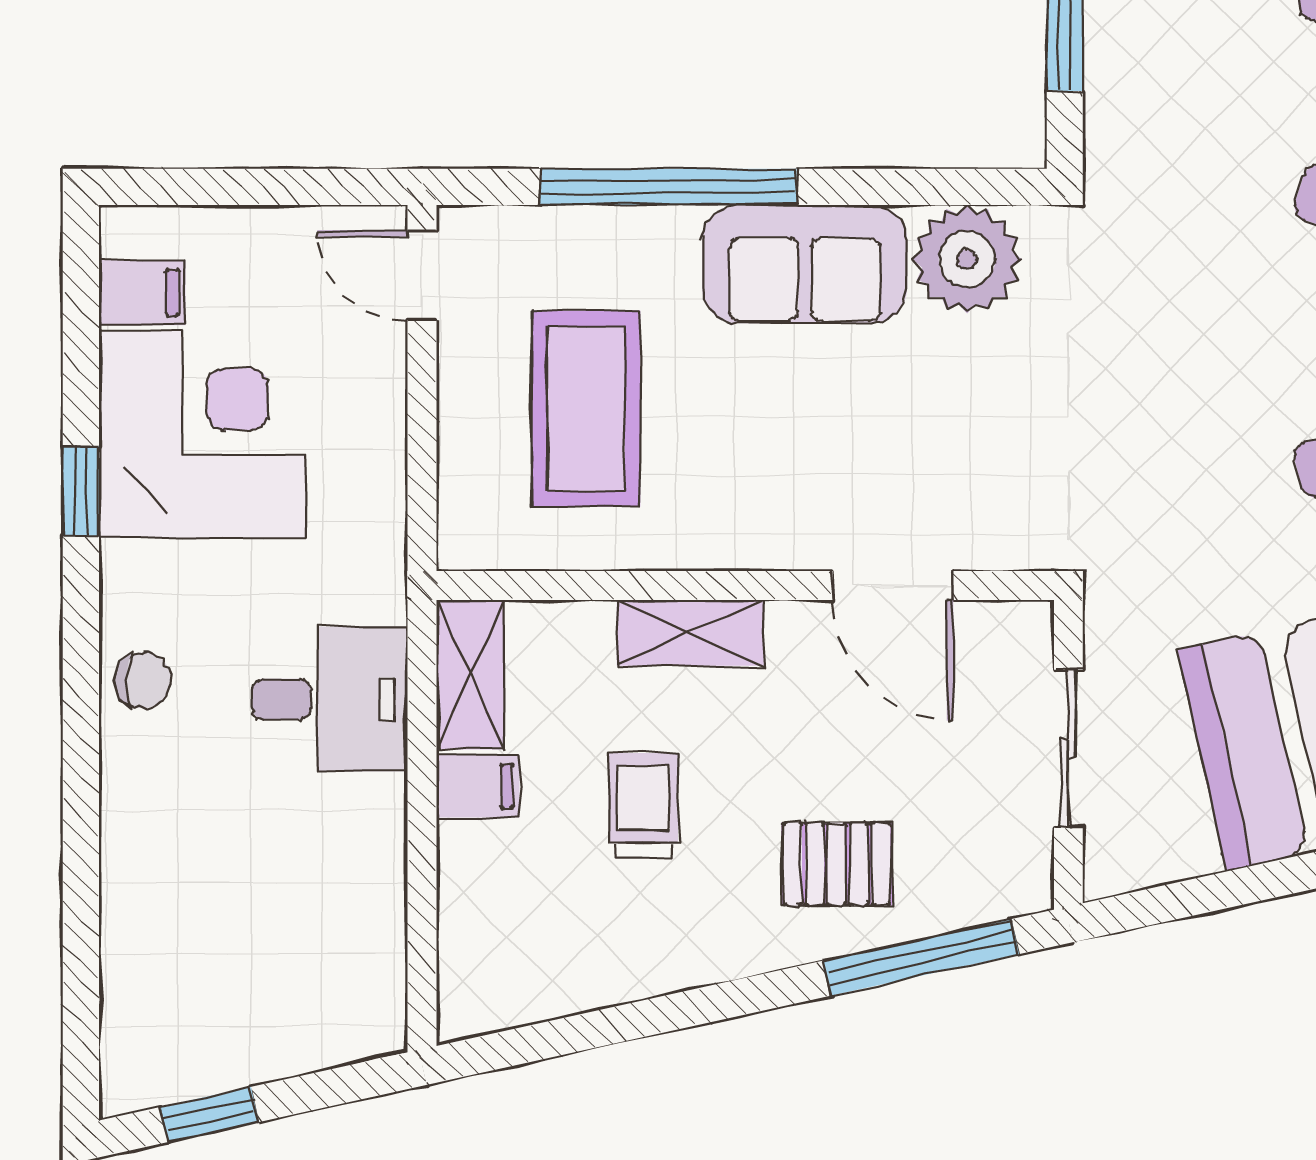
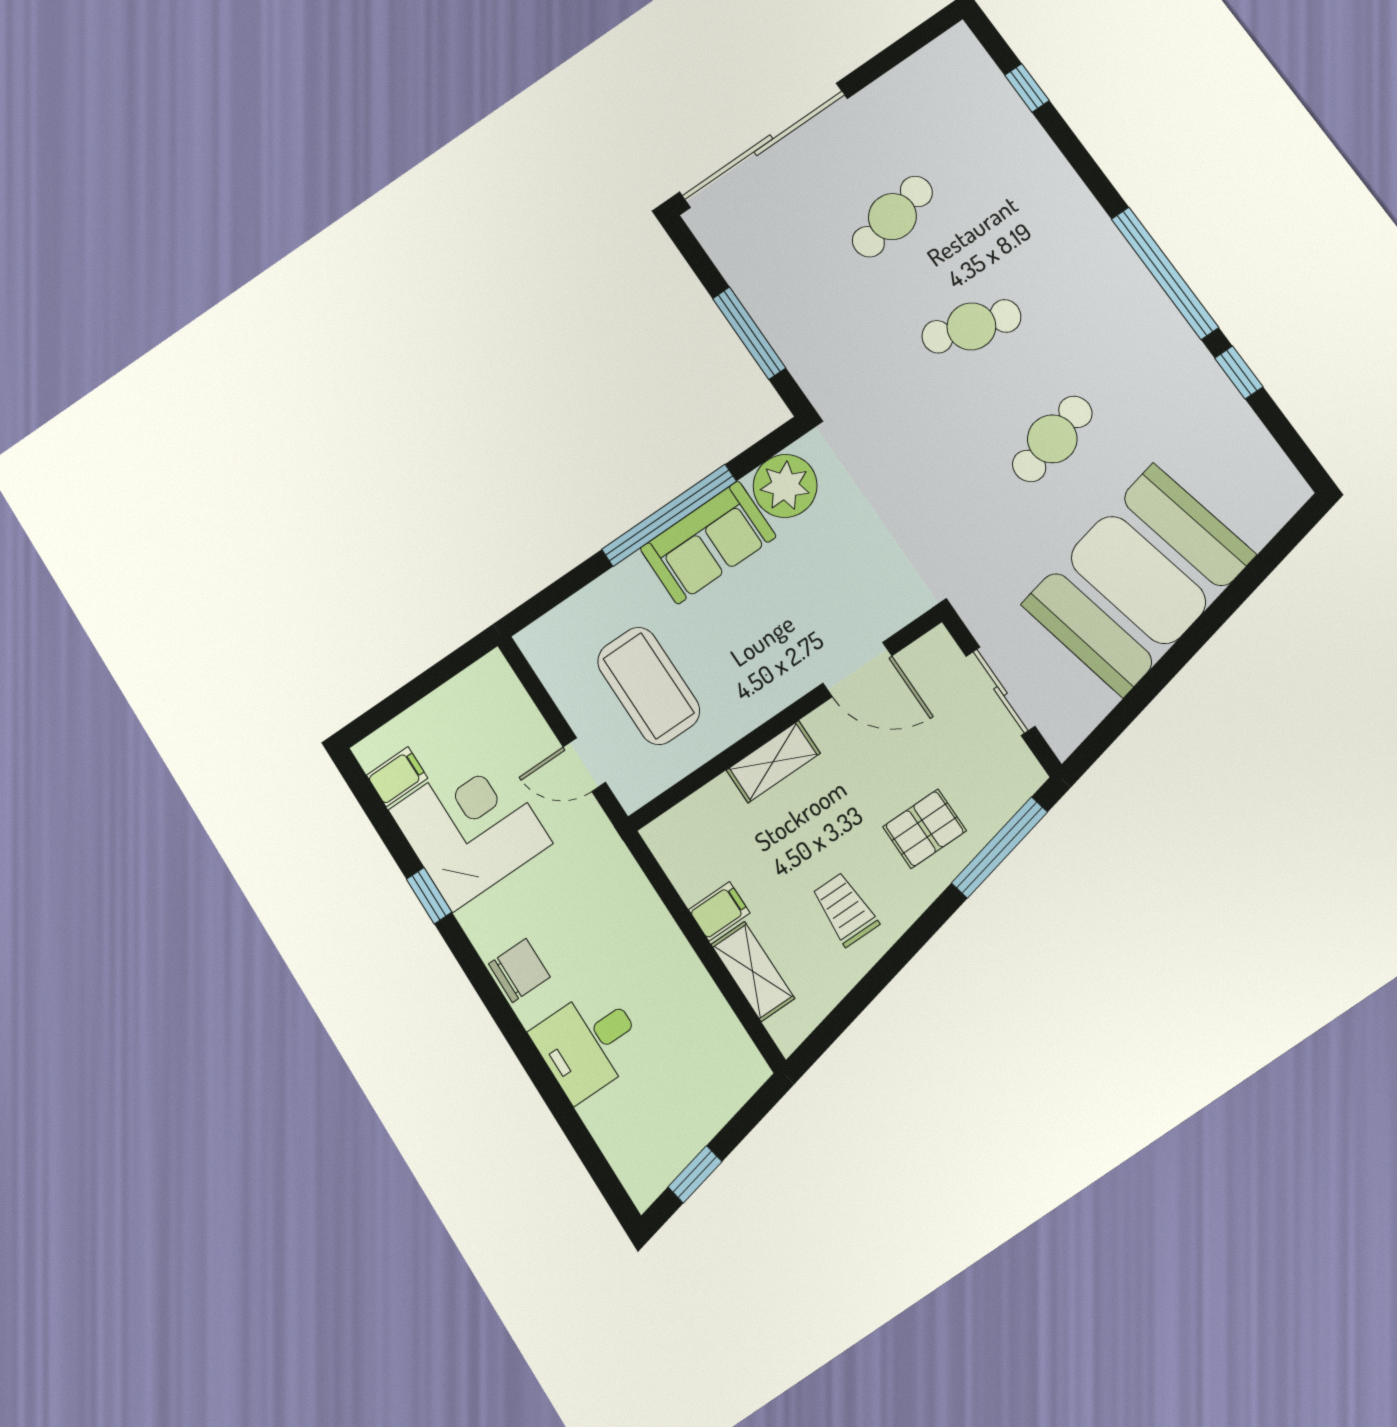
window: (668, 187) -> (669, 515), moved
door: (422, 275) -> (584, 765), moved
shelving: (470, 675) -> (753, 971), moved
chair: (143, 680) -> (519, 970), width x1.37, depth x1.37
desk: (330, 699) -> (589, 1043), moved, turned 180
trolley: (643, 805) -> (845, 909), moved

